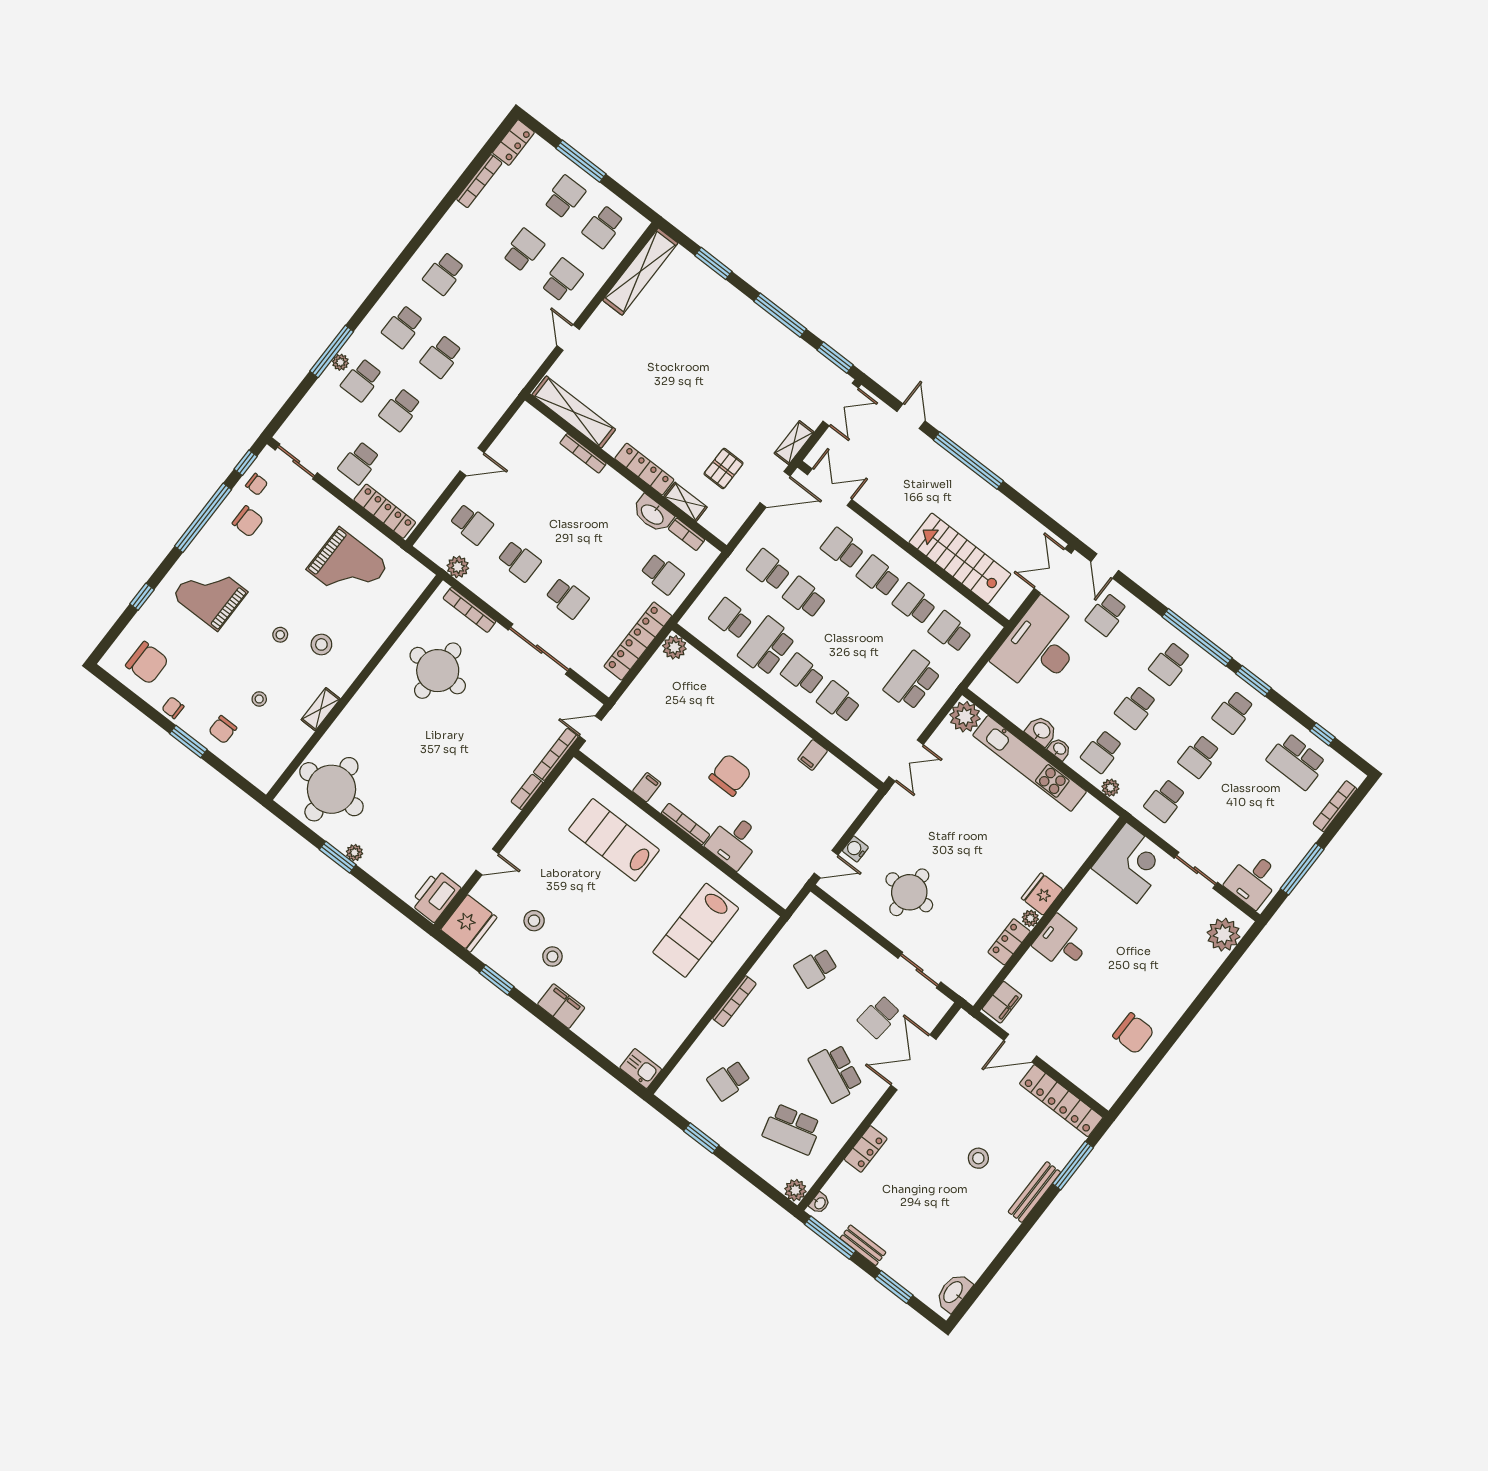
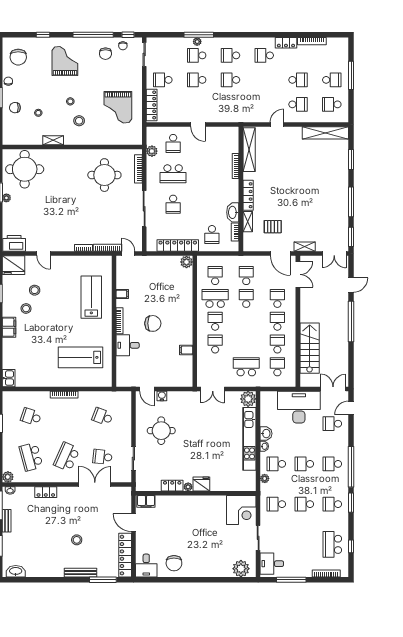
locker: (513, 142) -> (286, 43), moved
school desk: (519, 561) -> (173, 174), width x1.85
desk: (1062, 943) -> (146, 566), moved, turned 180

